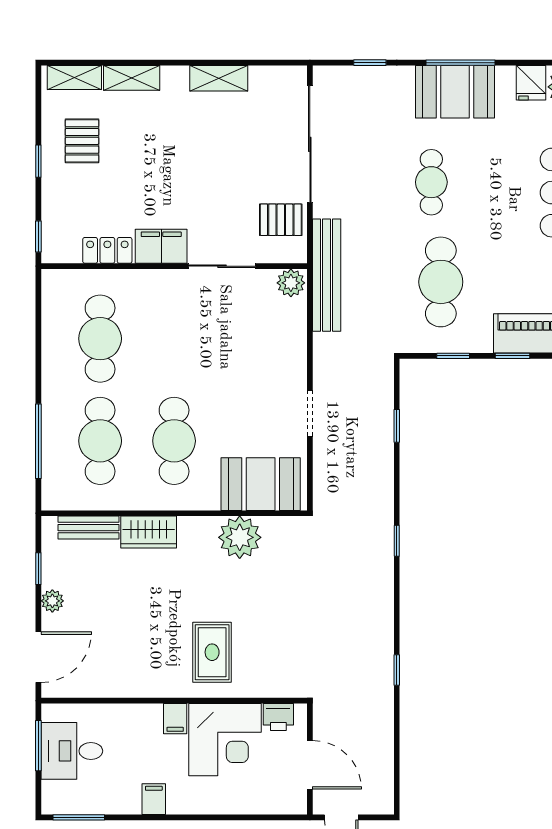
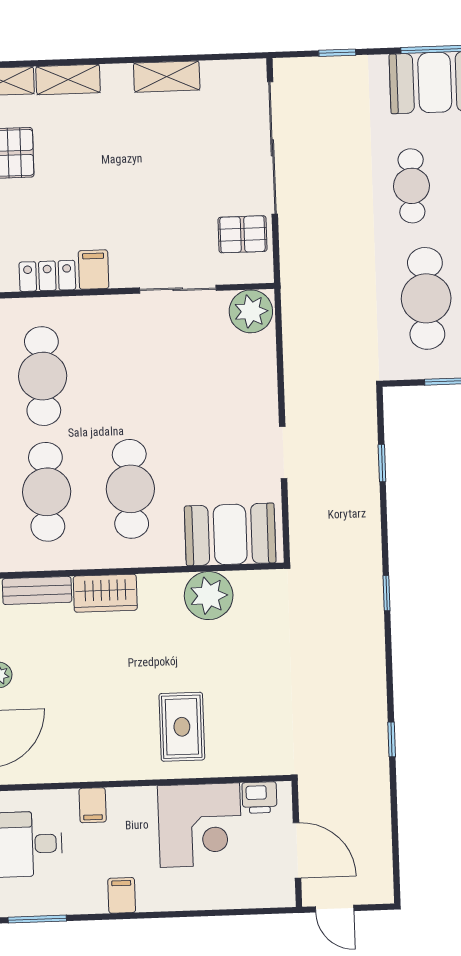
filing cabinet: (161, 246) -> (94, 270), width x0.50
bench: (327, 275) -> (297, 295), removed
plant: (291, 283) -> (251, 311), width x1.36, depth x1.36
filing cabinet: (175, 719) -> (93, 805), moved

